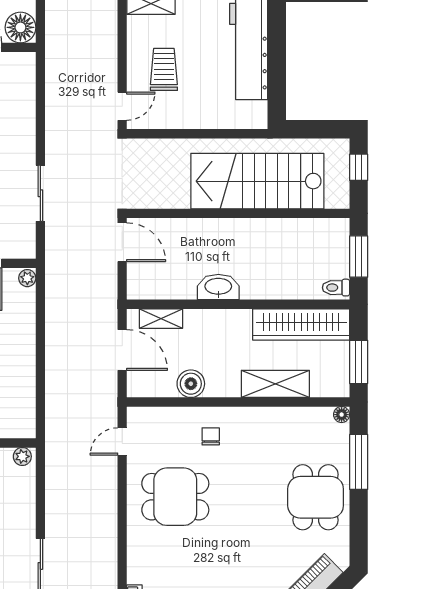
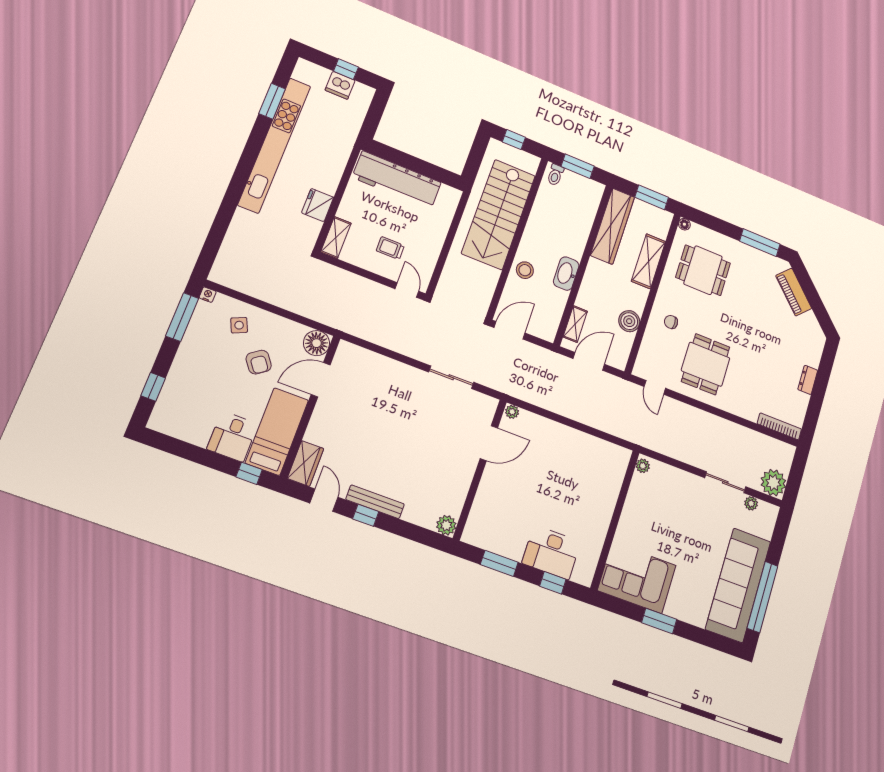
trolley: (164, 69) -> (390, 248), width x0.73, depth x0.72
stool: (202, 236) -> (525, 270), added
toilet: (336, 288) -> (555, 175), moved
window: (359, 462) -> (760, 243), moved
dining table: (316, 497) -> (703, 270), moved

